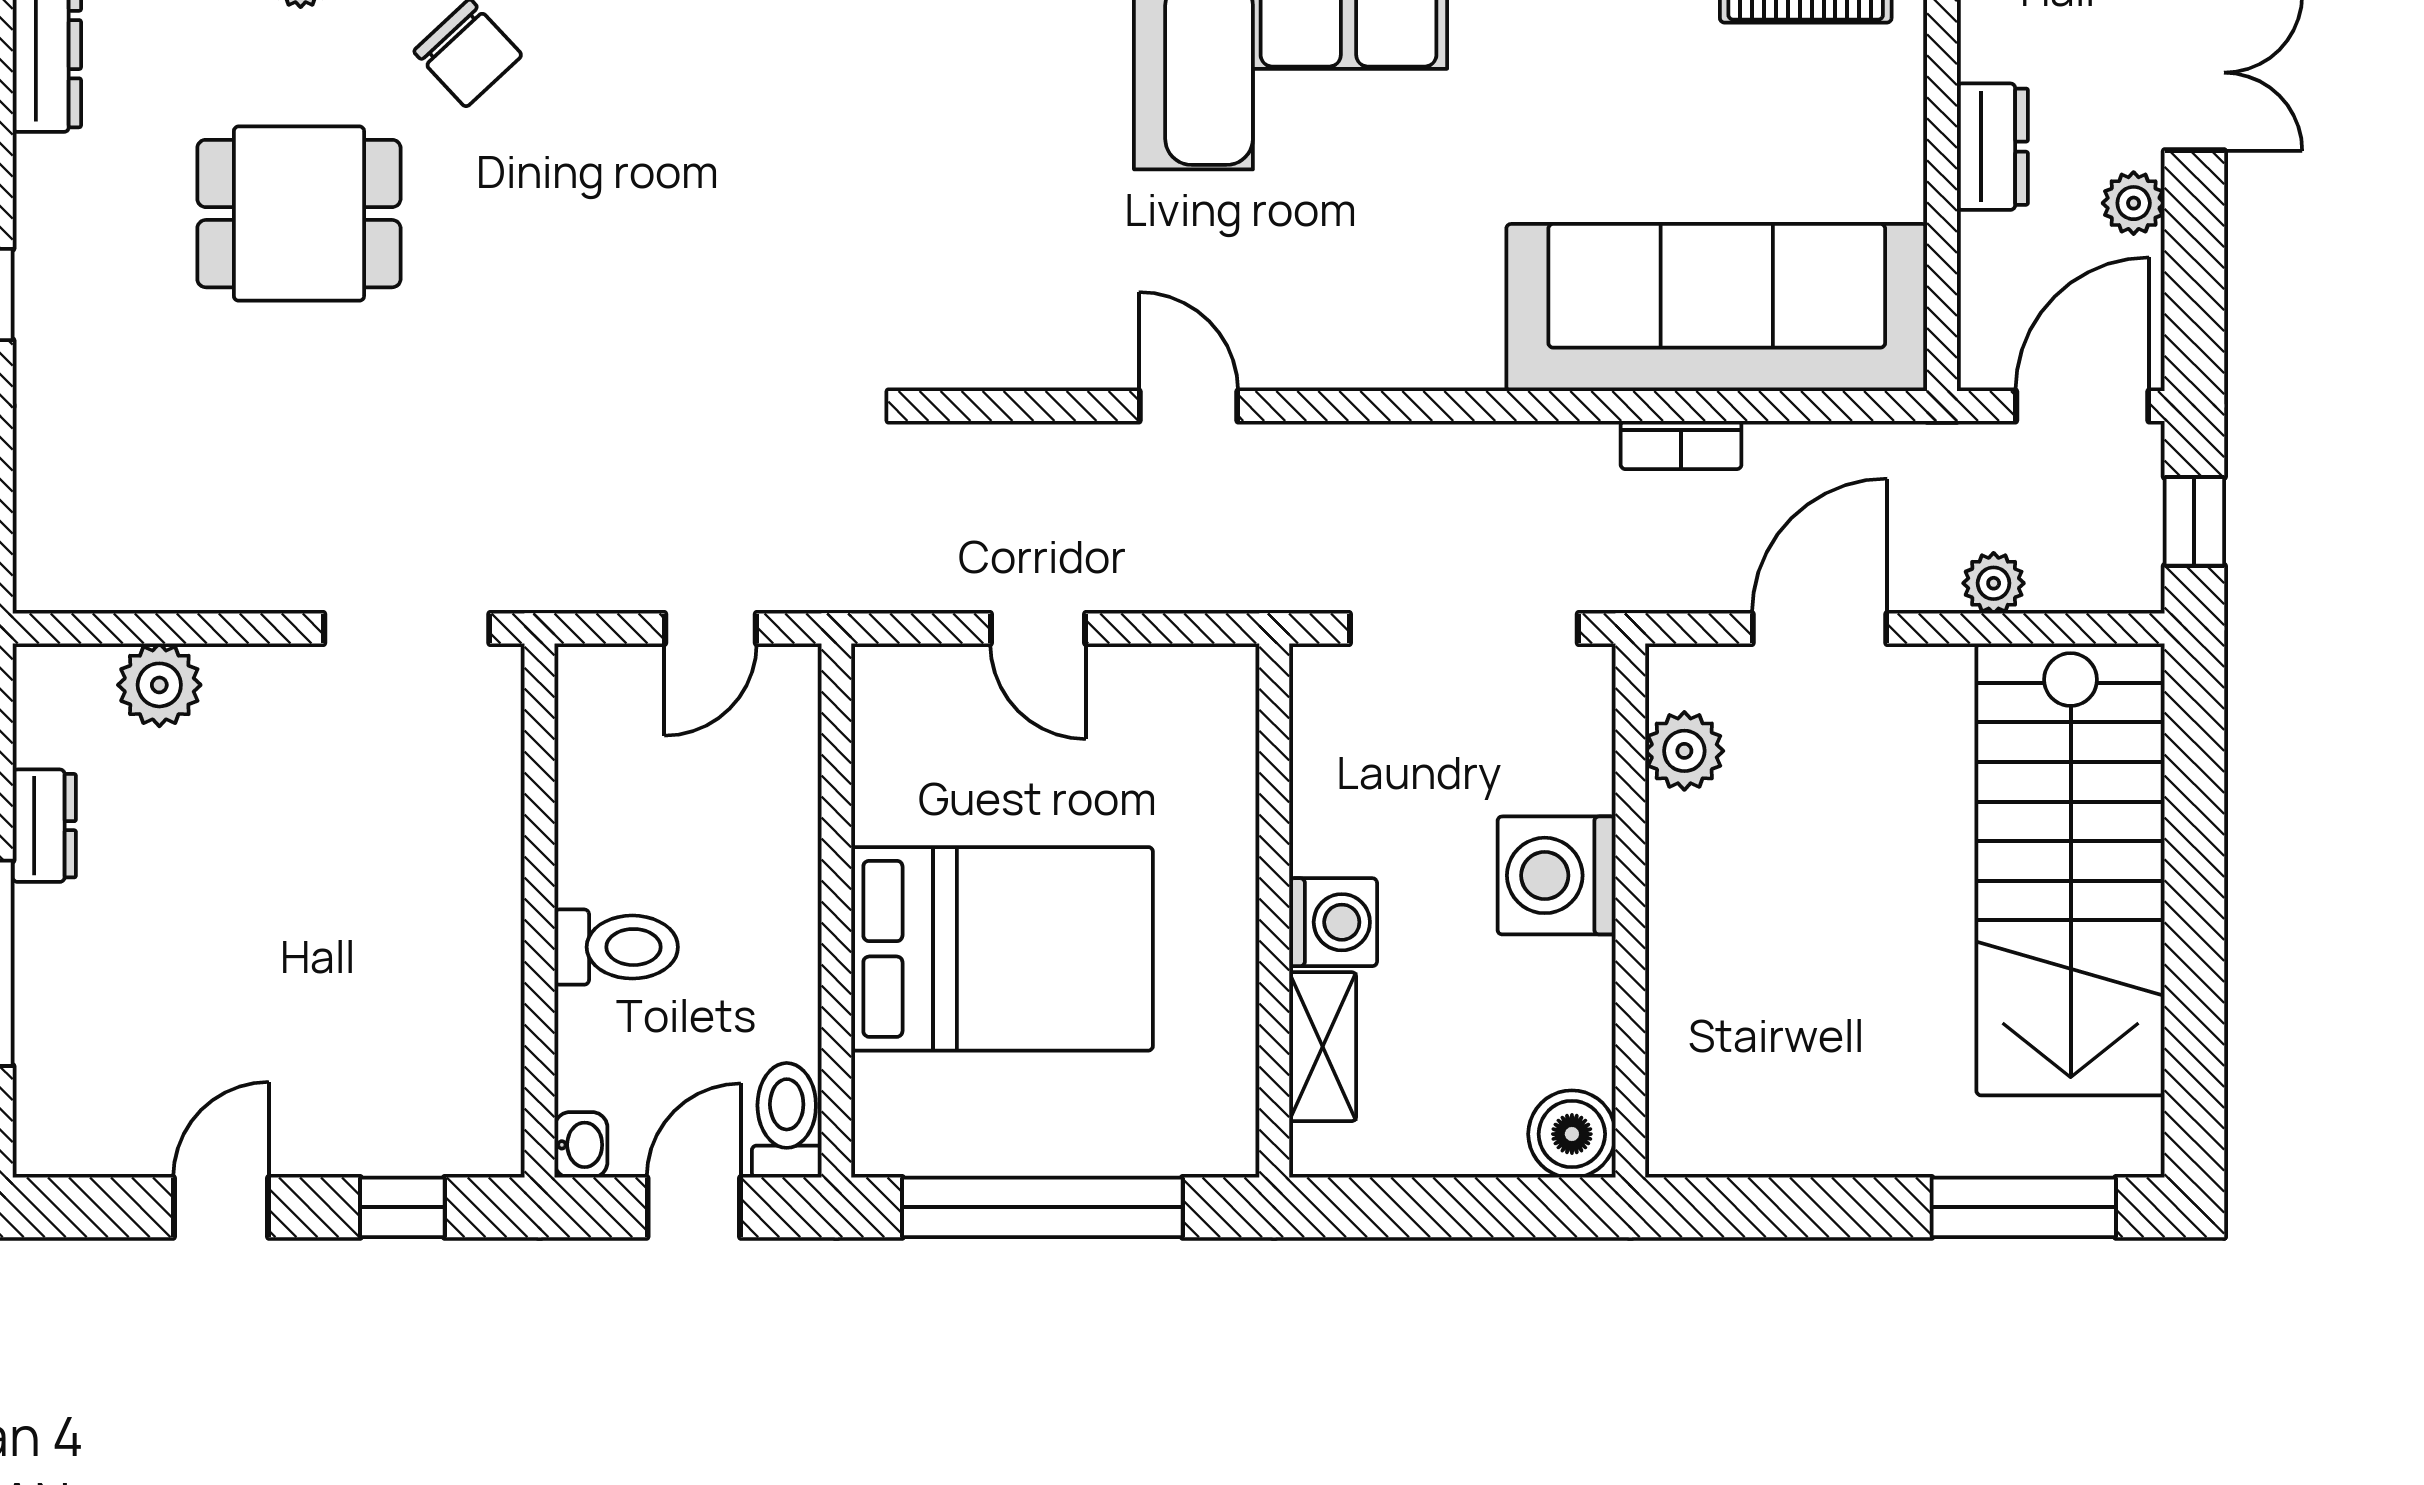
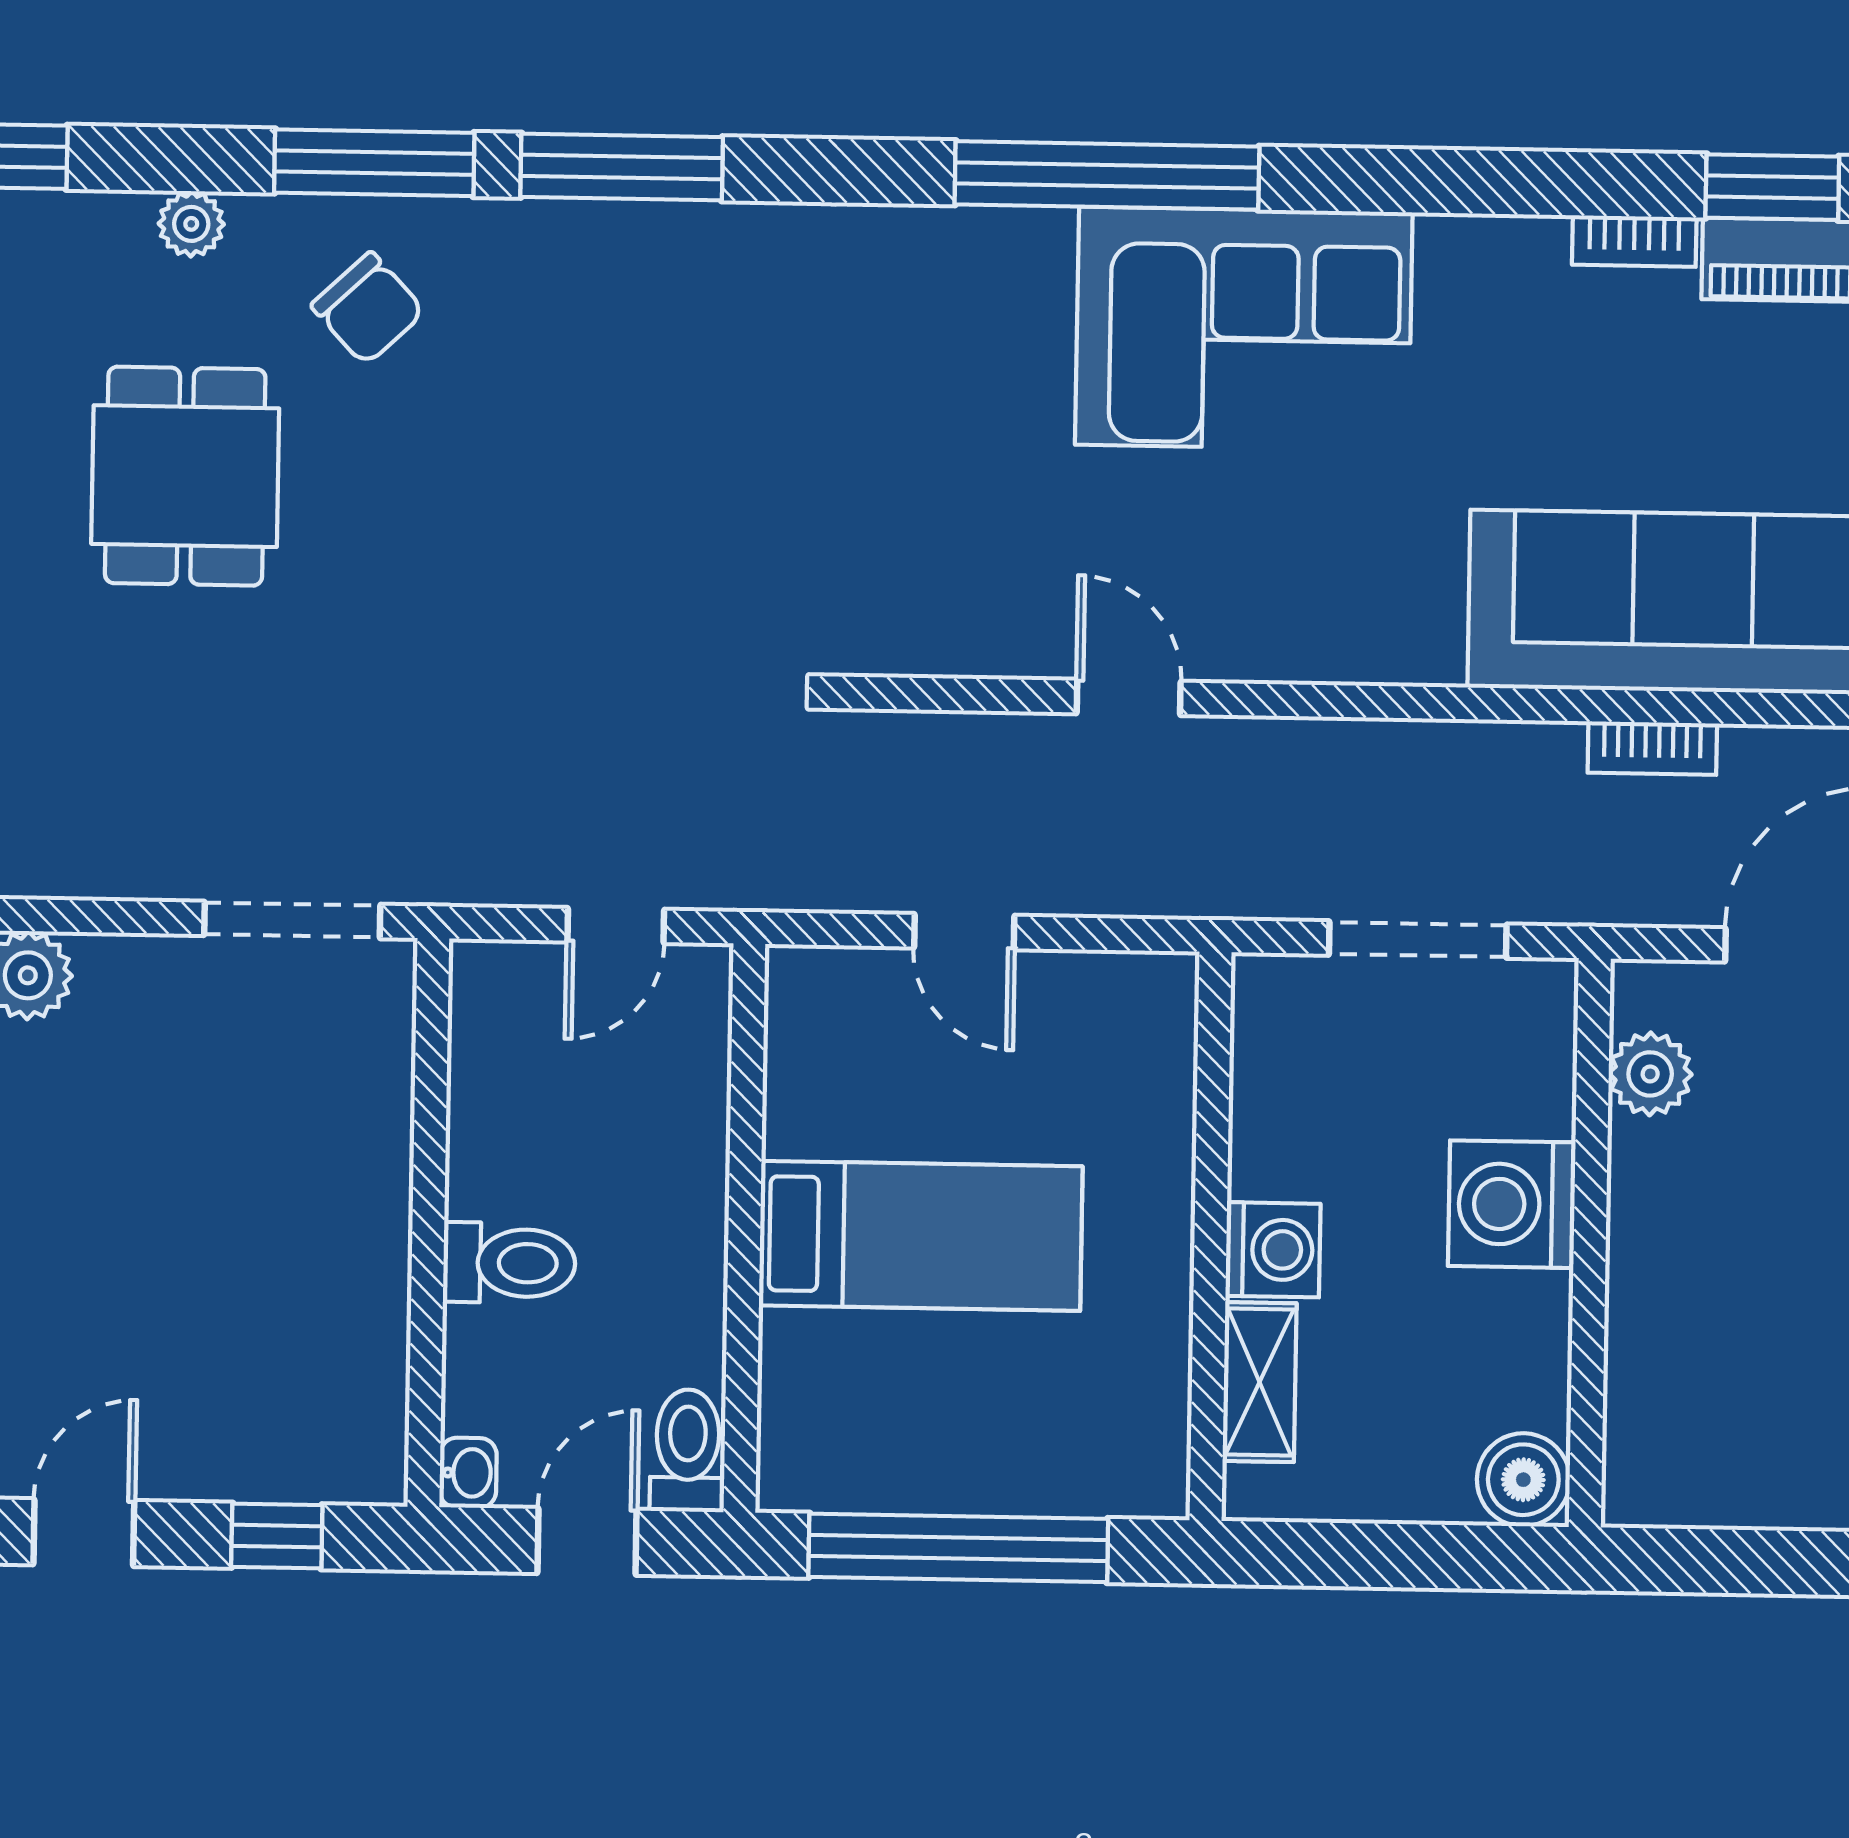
dining table: (299, 214) -> (185, 476), turned 90
doorway: (1464, 629) -> (1418, 940), width x0.73
bed: (1002, 949) -> (921, 1236), width x0.67

